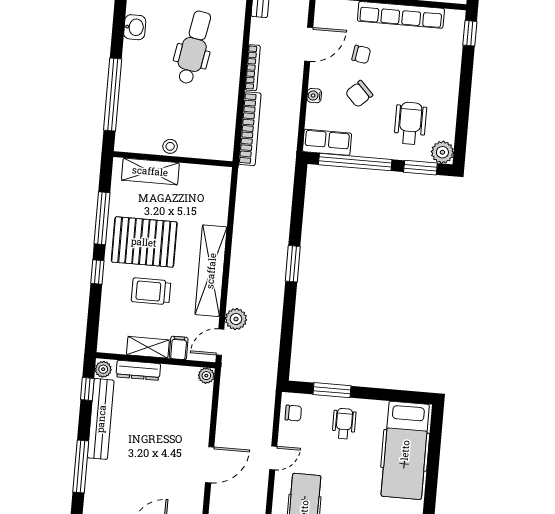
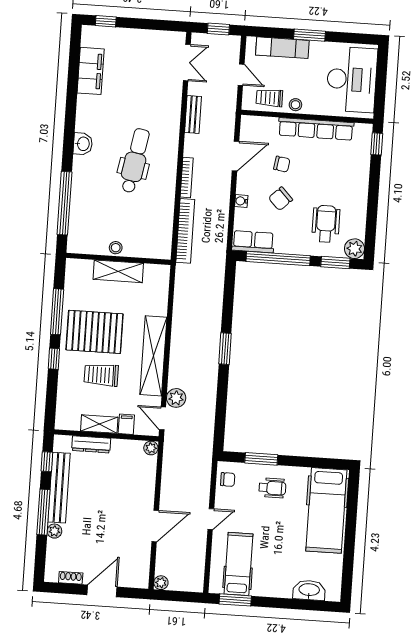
shelving: (150, 171) -> (118, 271), moved
door: (220, 342) -> (163, 418), hinge flipped
plant: (103, 369) -> (54, 531), moved
wheelchair: (344, 424) -> (272, 488), turned 90
window: (81, 466) -> (43, 512), moved

